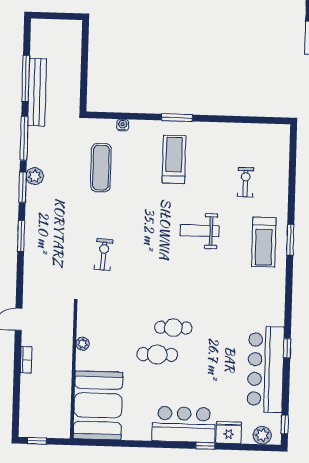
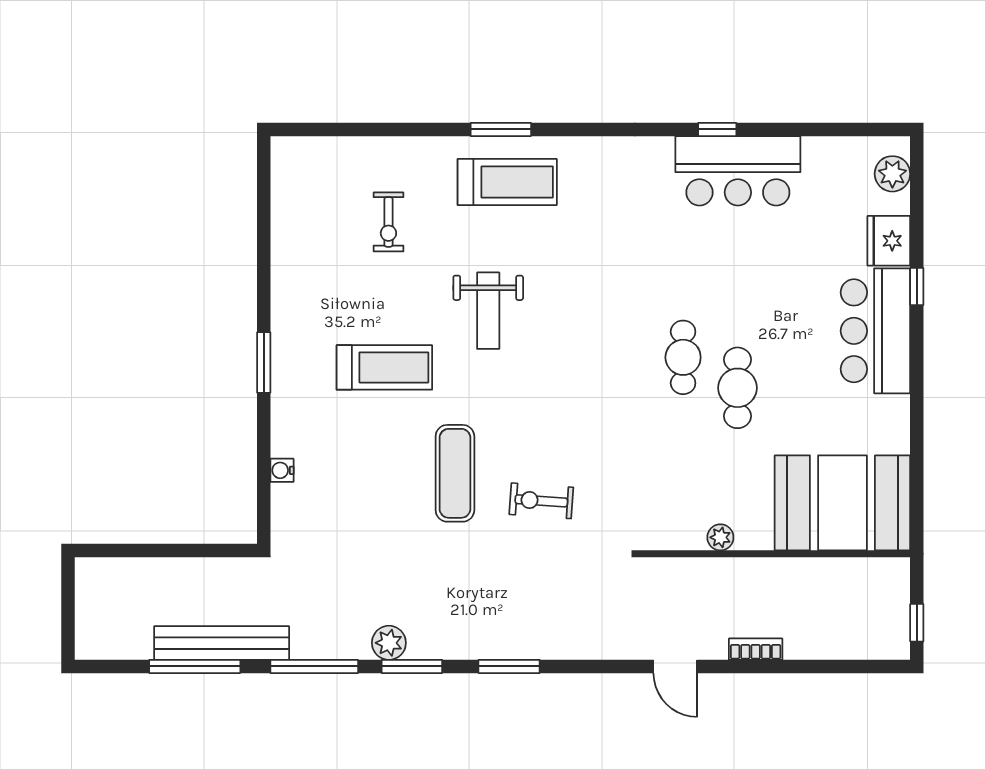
treadmill: (174, 159) -> (384, 367), moved, turned 180
exercise mat: (101, 168) -> (455, 473), moved, turned 90
exercise bike: (246, 182) -> (388, 222), turned -90
bar counter: (266, 369) -> (738, 171), width x0.73
window: (285, 424) -> (870, 129), removed

